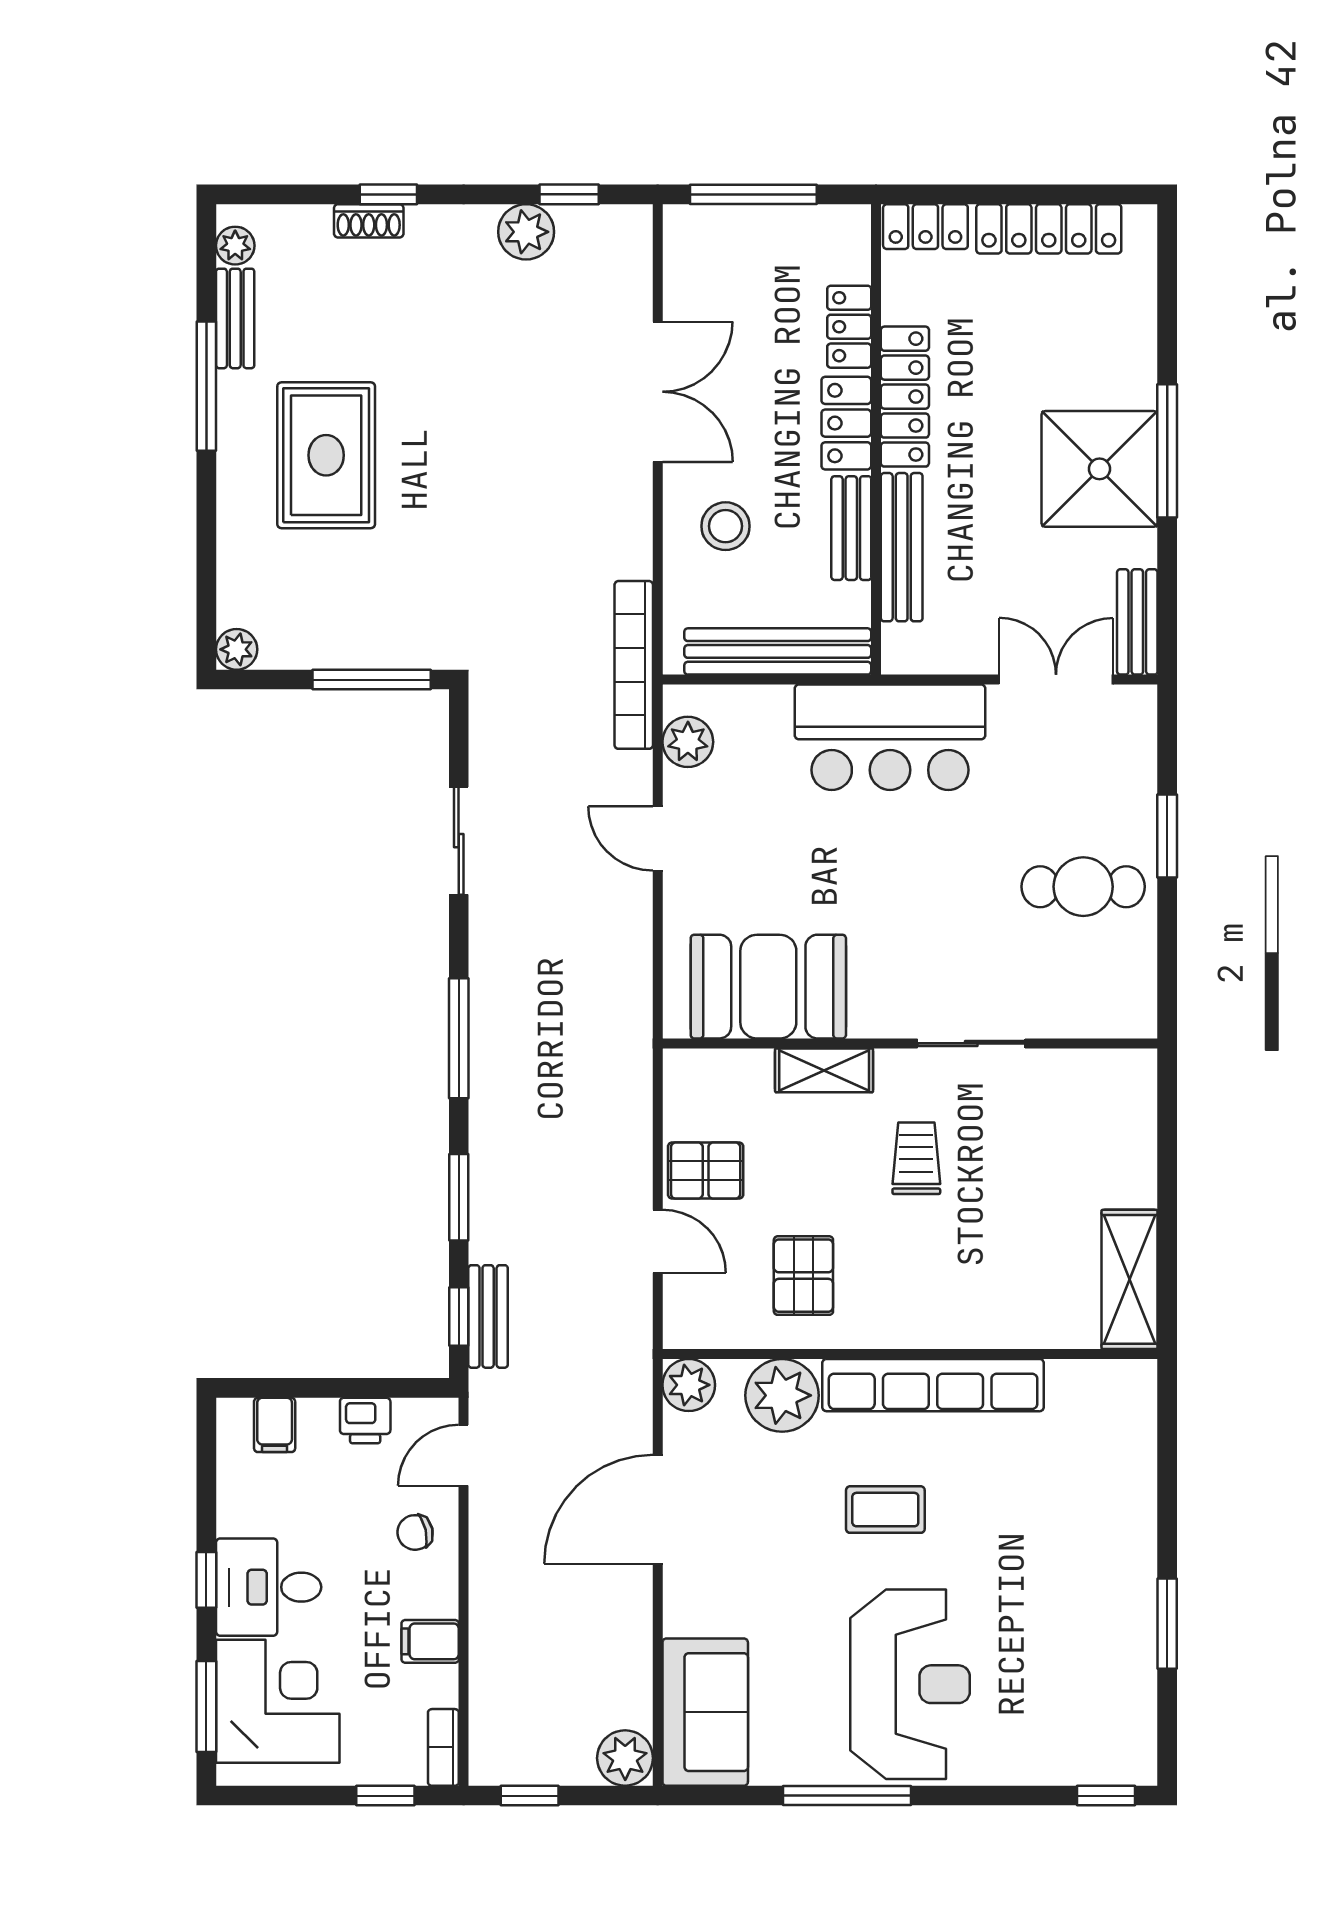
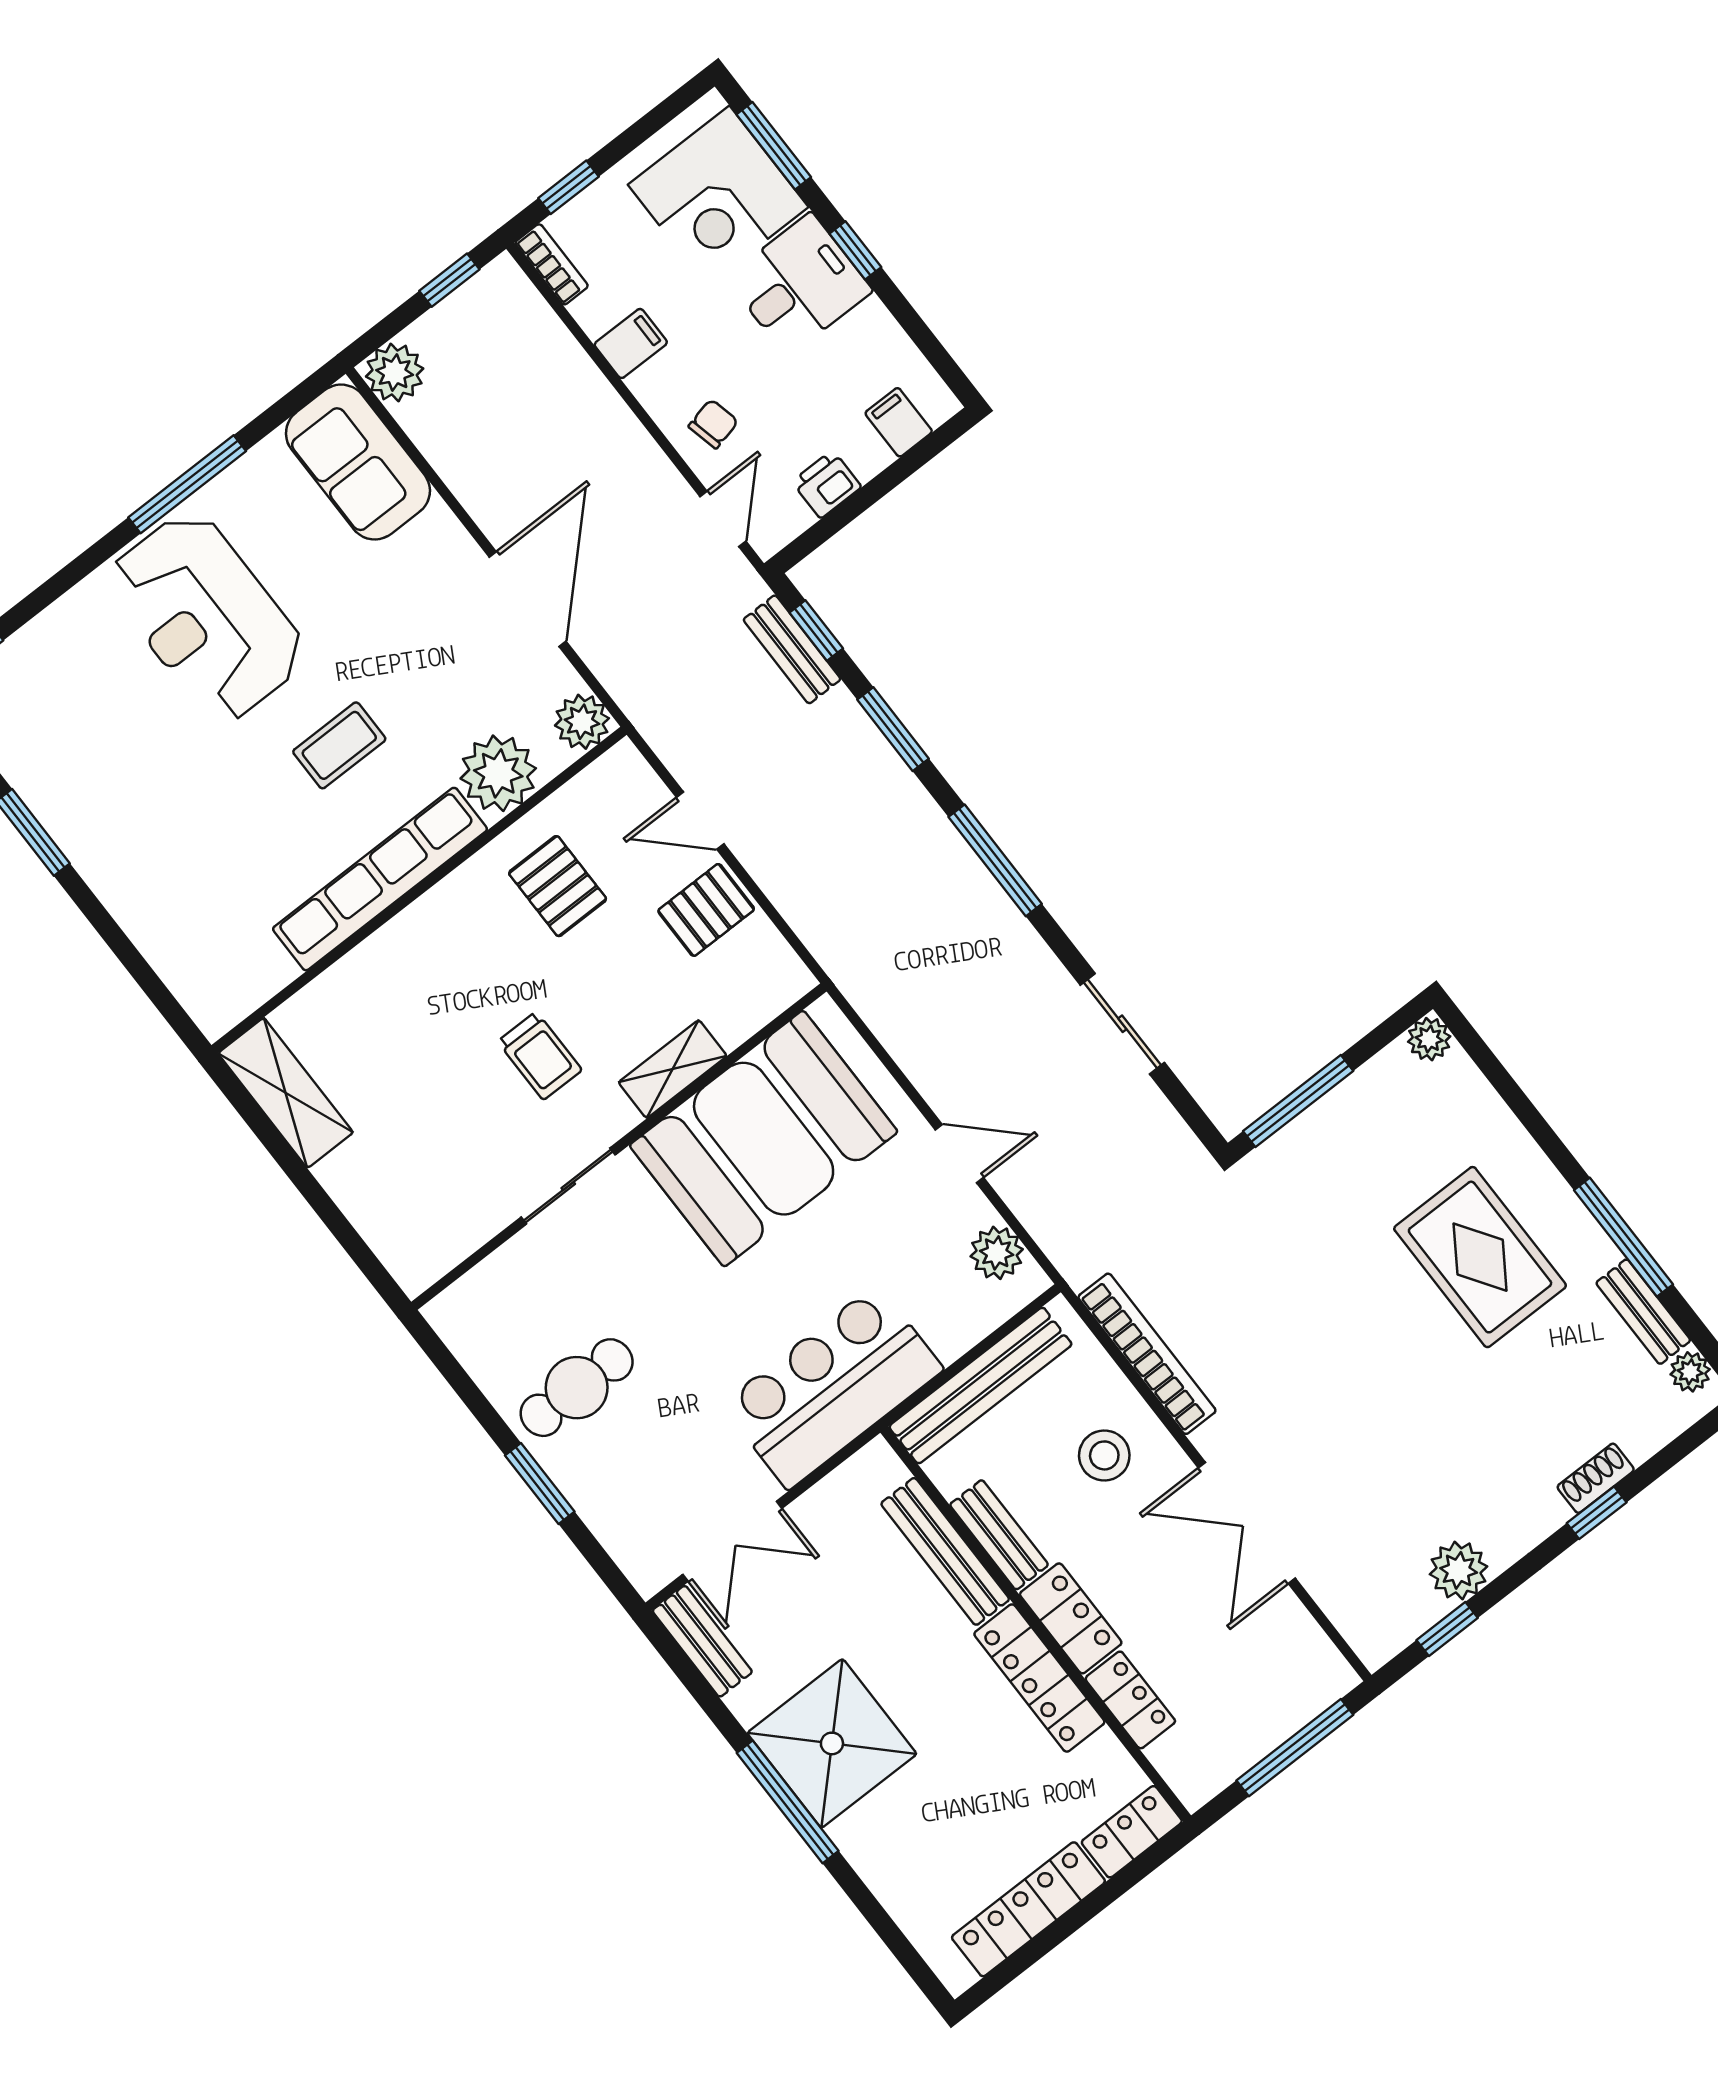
bookcase: (634, 665) -> (1147, 1354), moved
booth: (768, 987) -> (764, 1139), width x1.36, depth x1.42

